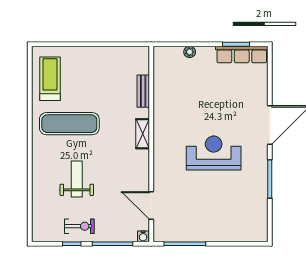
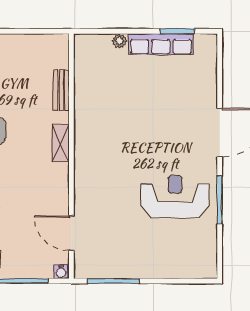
row of seats: (242, 55) -> (161, 44), moved
reception desk: (214, 153) -> (175, 197), moved

